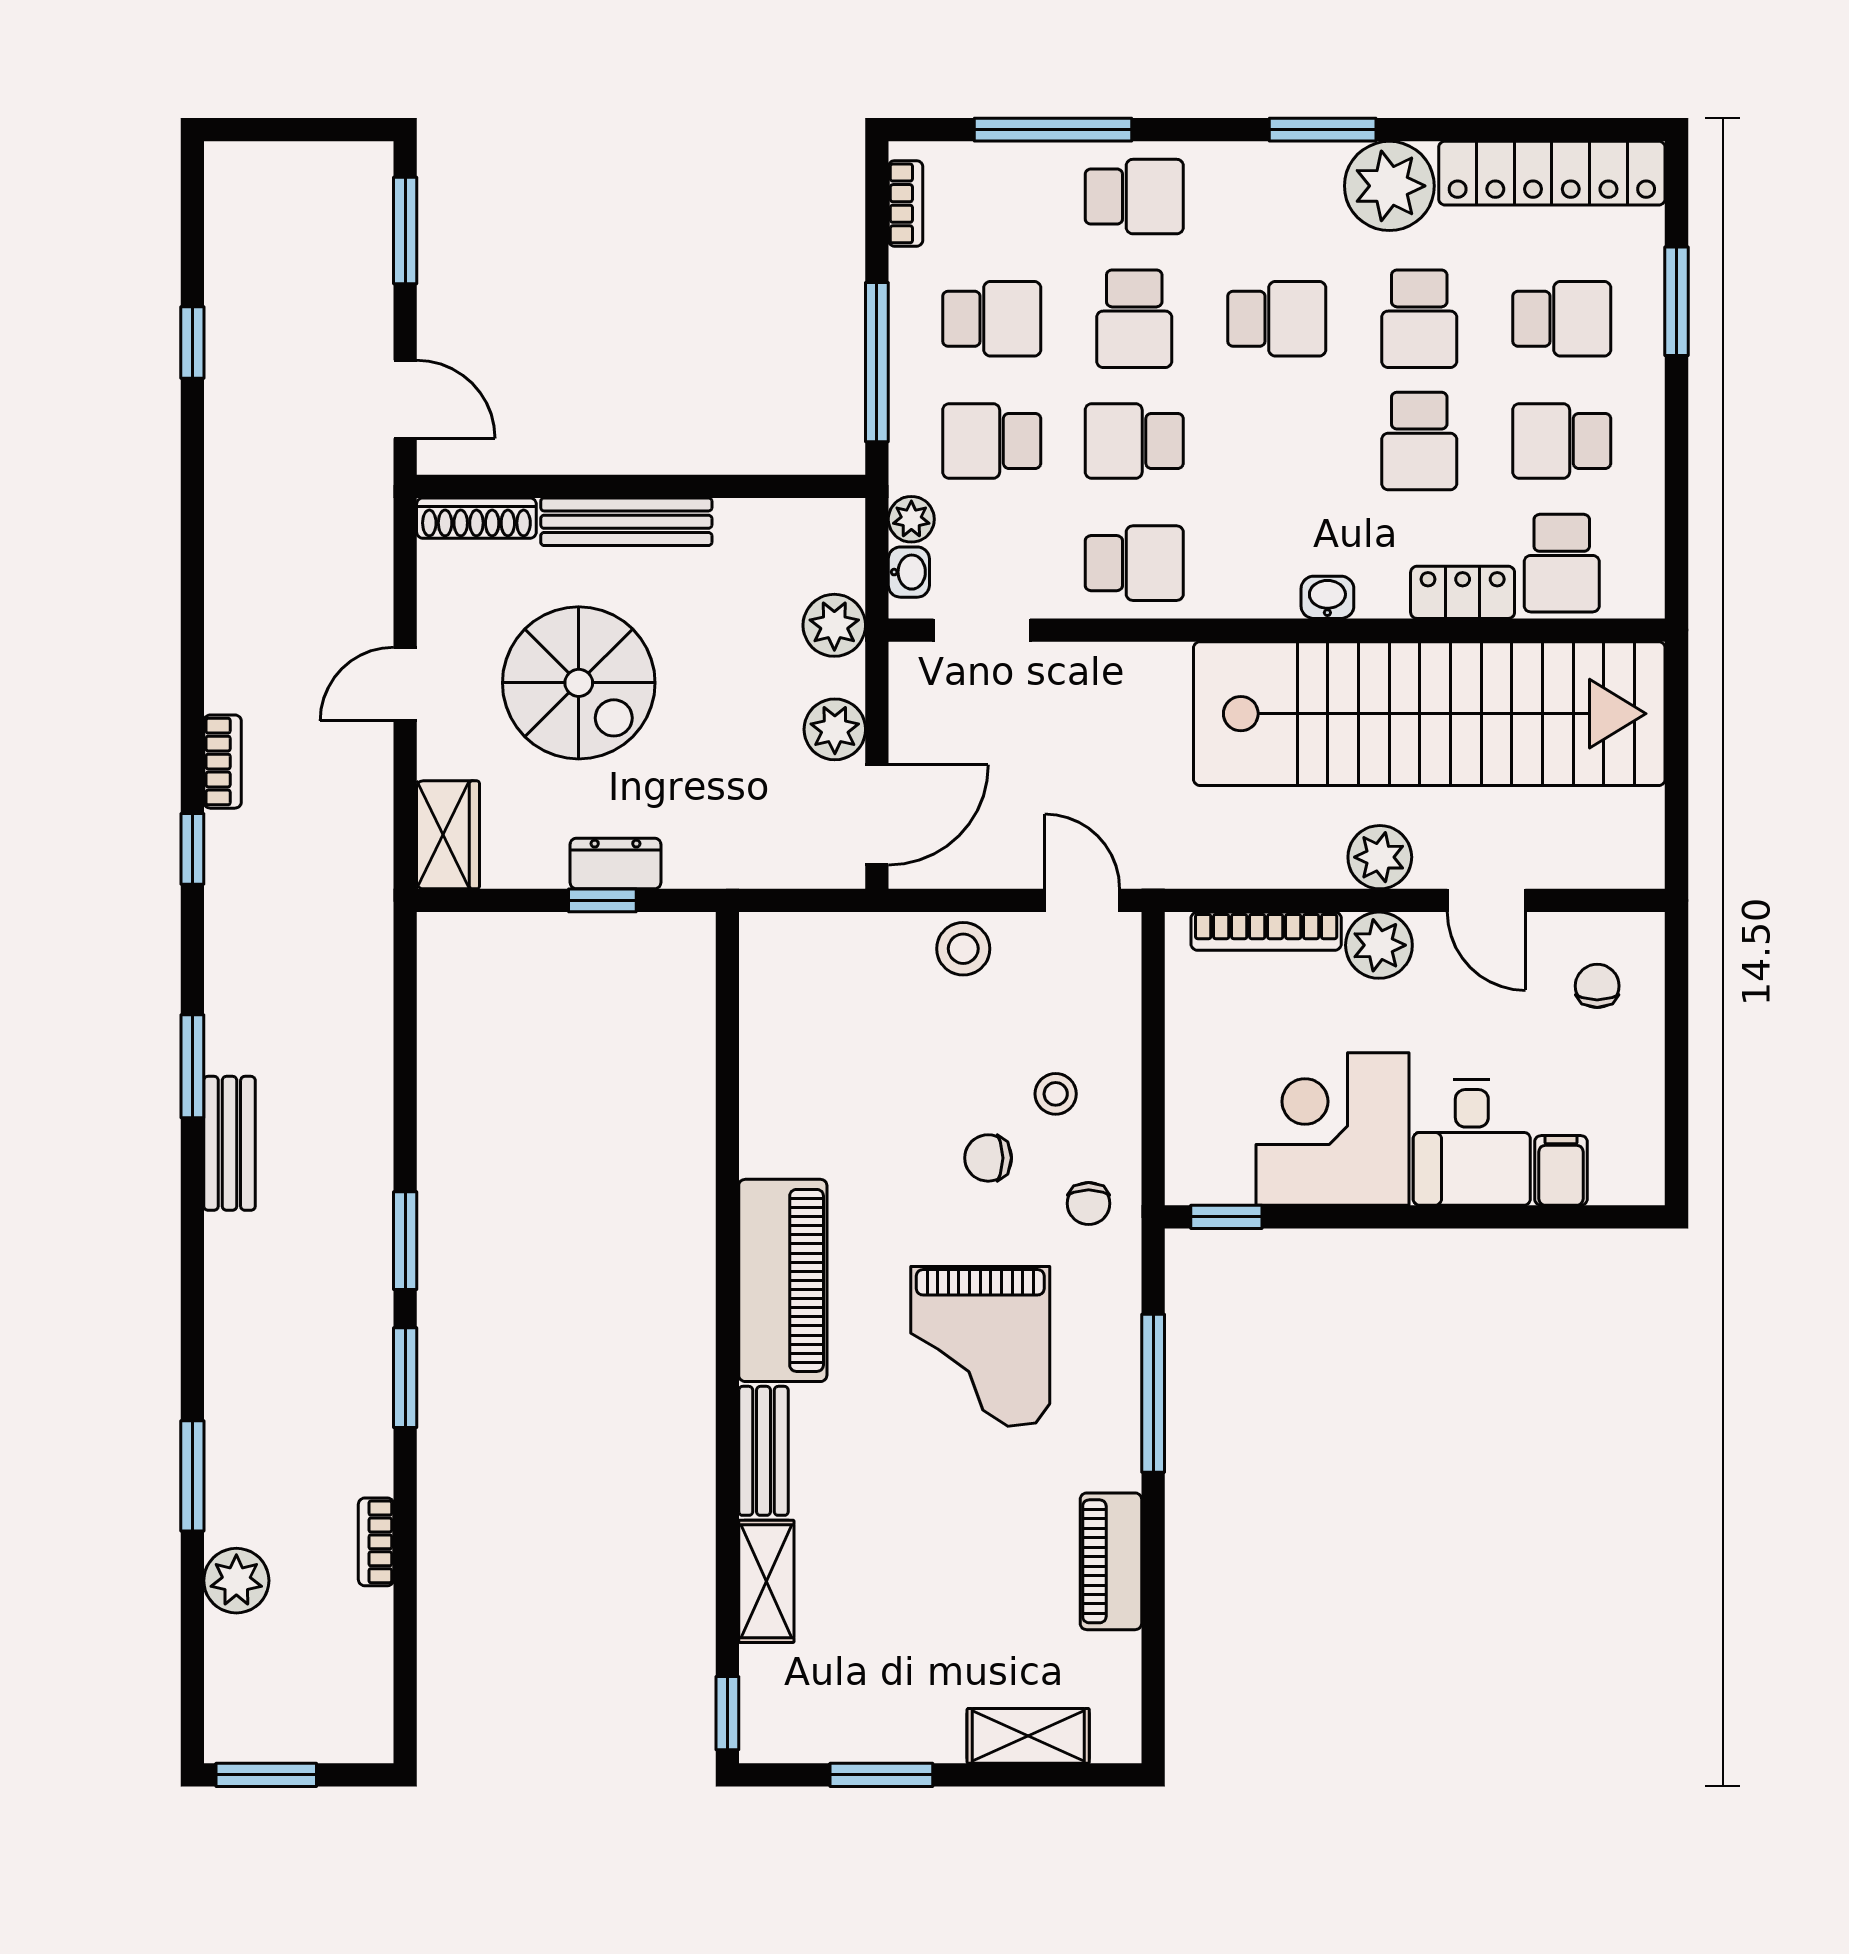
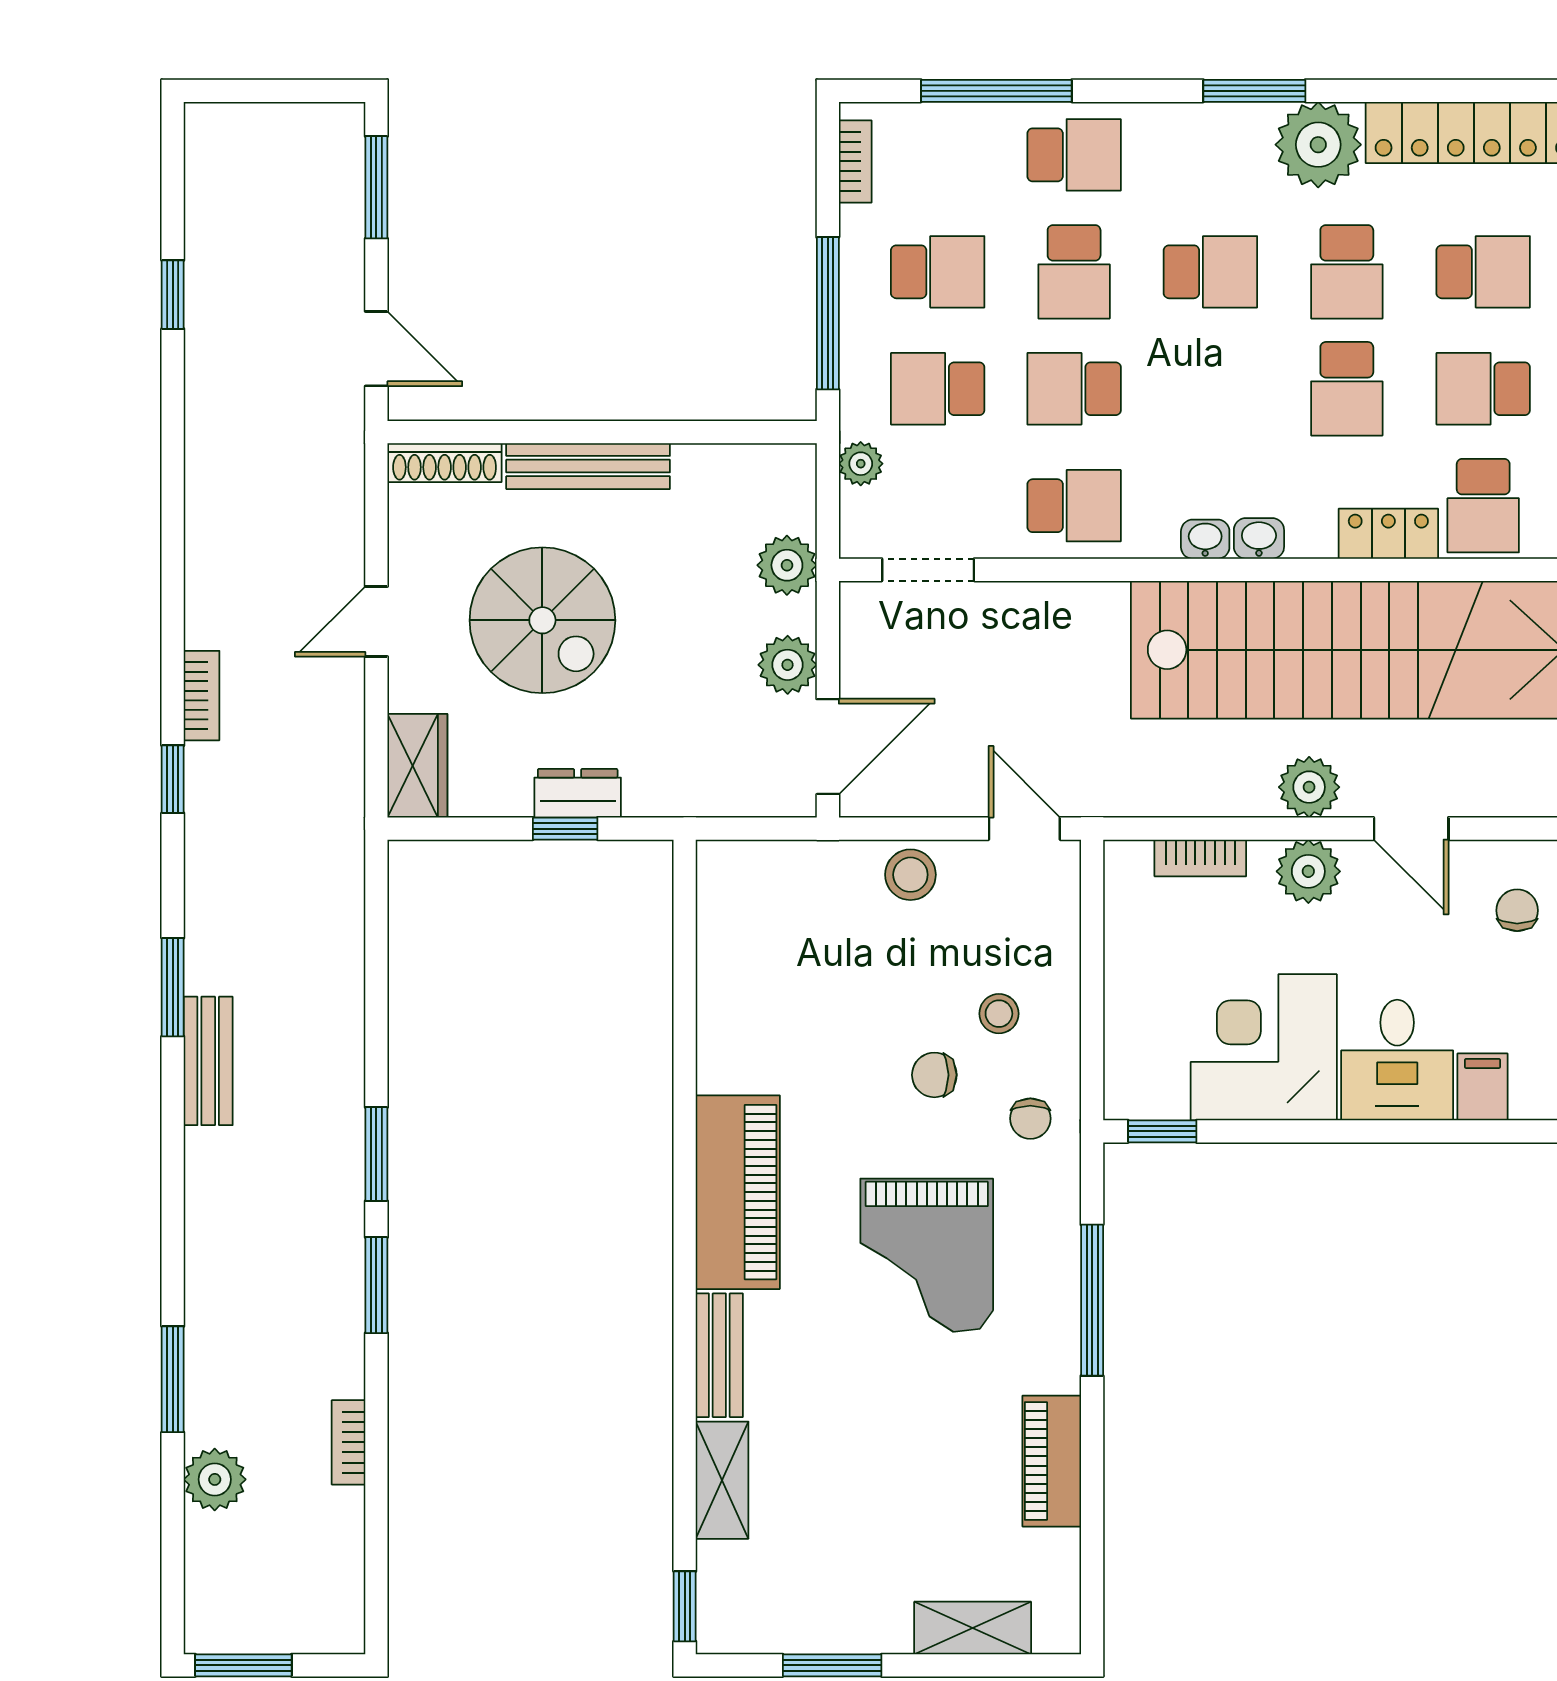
washbasin: (909, 572) -> (1205, 539), moved, turned -90
bookcase: (1266, 931) -> (1200, 858), width x0.64

